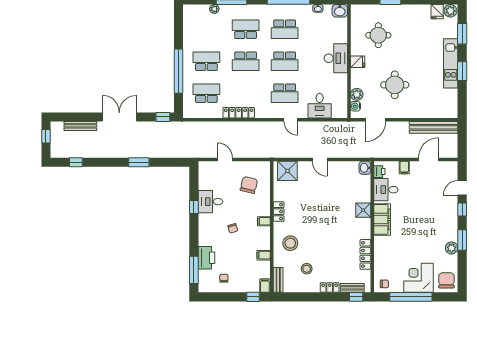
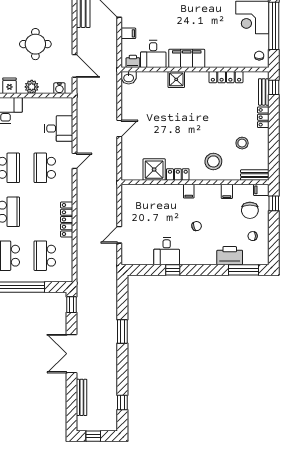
school desk: (285, 93) -> (45, 168), turned 180
plant: (357, 94) -> (32, 87), moved
shower: (287, 171) -> (154, 170), moved
chair: (249, 185) -> (250, 210), moved, turned -104

